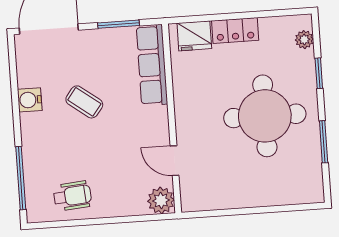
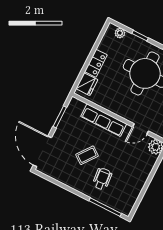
row of seats: (152, 65) -> (104, 120), moved
water cooler: (30, 100) -> (71, 181), removed
wheelchair: (72, 196) -> (102, 179), moved

